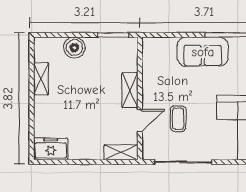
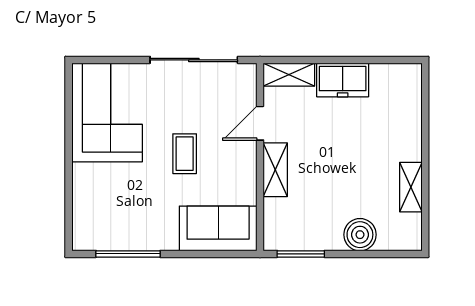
sofa: (203, 52) -> (218, 228), moved
coffee table: (178, 119) -> (185, 154), moved
freezer: (51, 149) -> (343, 80), moved

